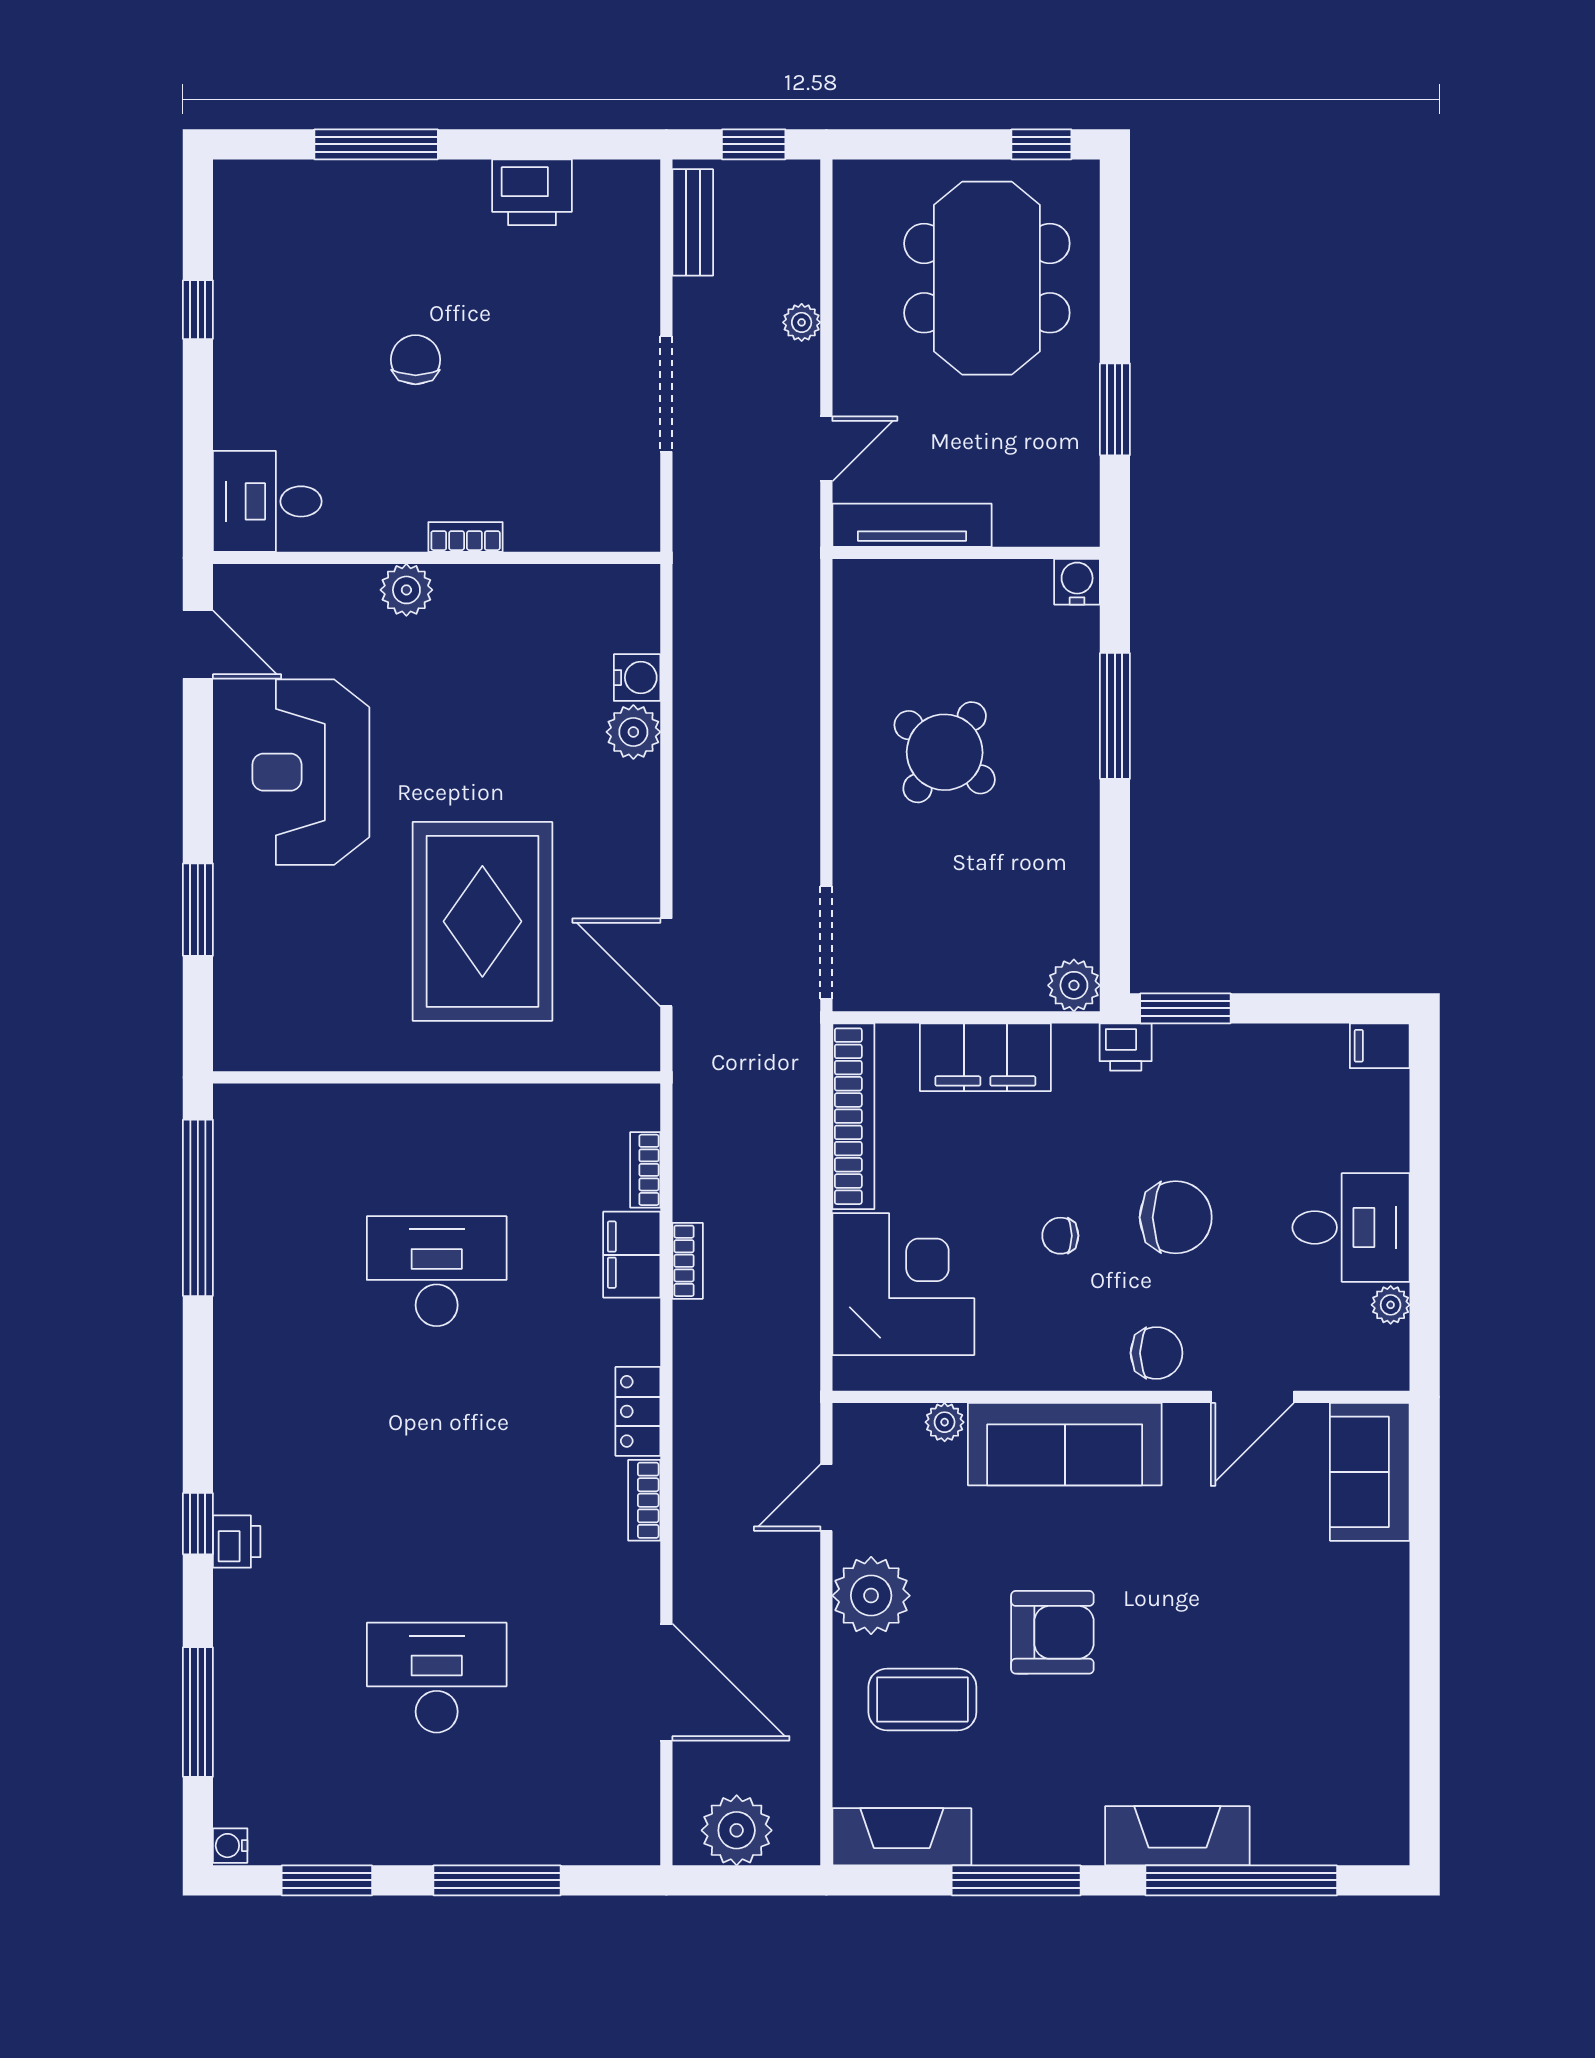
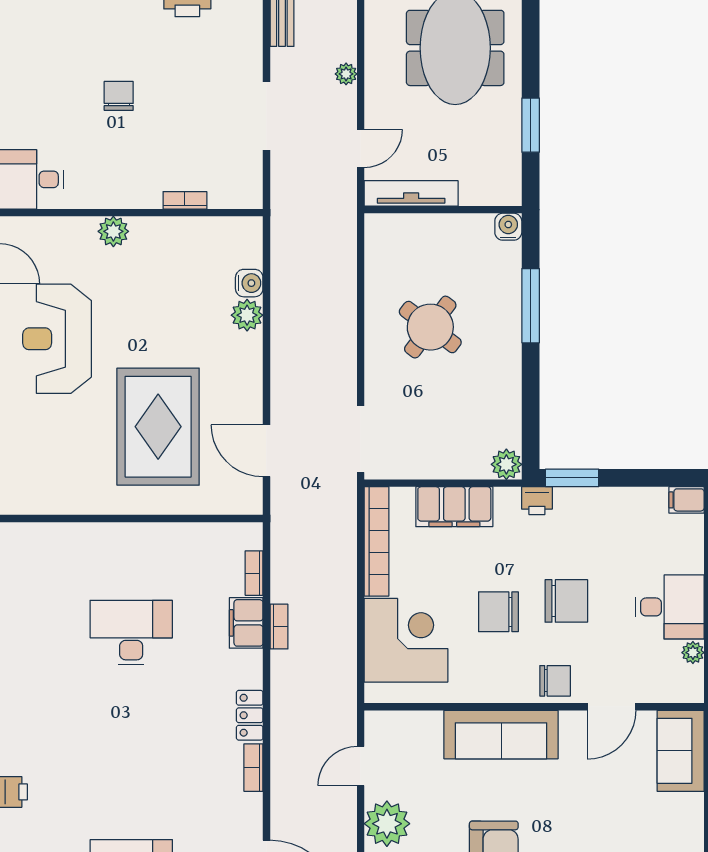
bookcase: (466, 537) -> (185, 200), moved
chair: (1060, 1236) -> (498, 612), width x1.87, depth x1.87
plant: (945, 1422) -> (430, 722), removed

